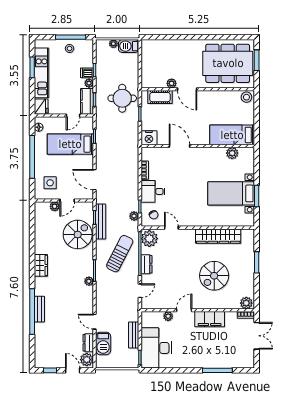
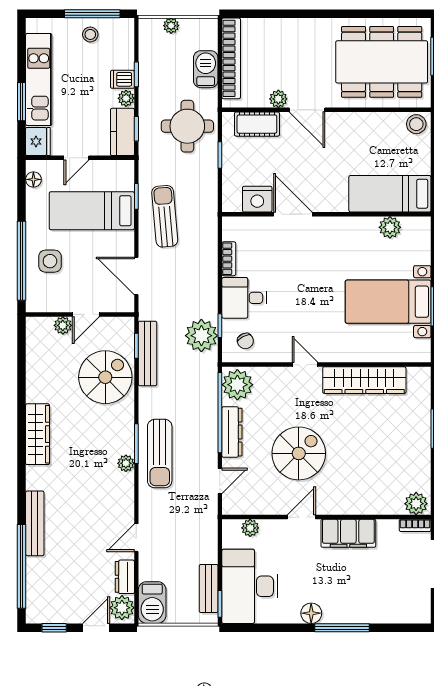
barbecue: (129, 46) -> (206, 69), moved, turned 90
bookcase: (146, 61) -> (231, 58), added
window: (32, 67) -> (22, 102), moved
door: (73, 115) -> (76, 158), moved
nightstand: (149, 138) -> (257, 199), moved
sun lounger: (110, 147) -> (165, 216), added
window: (32, 157) -> (22, 261), moved
side table: (50, 183) -> (50, 261), moved
plant: (134, 216) -> (201, 336), width x1.87, depth x1.87
door: (171, 228) -> (305, 365), moved
sun lounger: (120, 254) -> (160, 454), moved, turned 153
dresser: (146, 264) -> (232, 432), width x1.44
wardrobe: (41, 265) -> (38, 434), width x1.50
spiral stairs: (214, 276) -> (299, 453), moved, turned 180
bench: (39, 309) -> (35, 523), width x1.36
window: (32, 311) -> (22, 566), moved
plant: (168, 316) -> (250, 528), moved
door: (95, 322) -> (136, 538), hinge flipped
bench: (134, 335) -> (209, 589), moved
barbecue: (103, 343) -> (152, 603), moved
floor lamp: (189, 363) -> (311, 613), added
door: (73, 370) -> (96, 628), hinge flipped
window: (217, 370) -> (342, 628), moved

